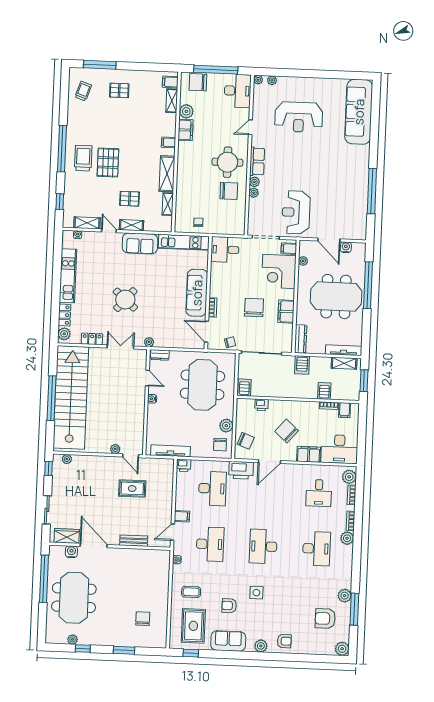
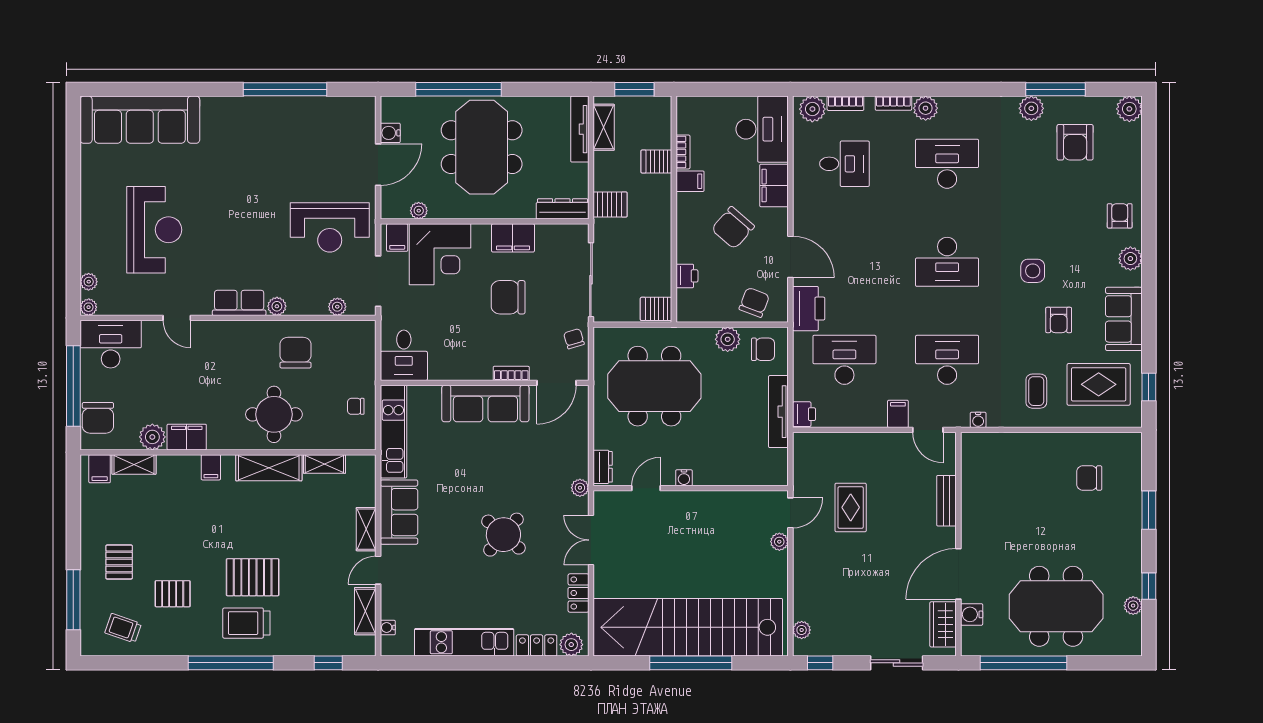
round table: (227, 162) -> (274, 414), moved
plant: (254, 193) -> (337, 307), moved
pallet: (130, 199) -> (173, 594), moved, turned 90
filing cabinet: (345, 410) -> (690, 181), moved
tv unit: (170, 451) -> (778, 412), moved

